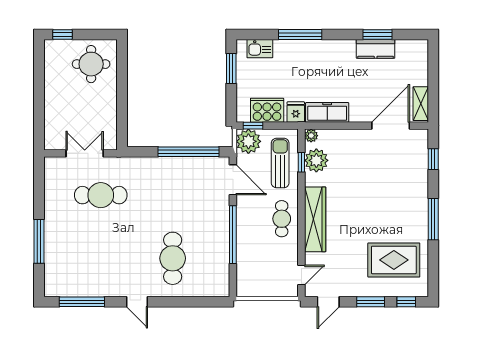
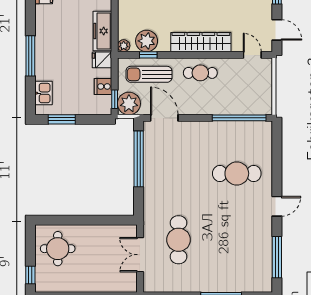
cooker: (267, 110) -> (103, 86), width x0.53, depth x0.76
door: (233, 180) -> (164, 118), hinge flipped
window: (233, 235) -> (239, 118), moved

